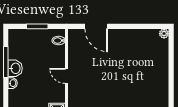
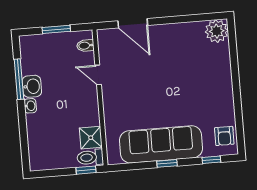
plant: (164, 34) -> (217, 31), width x1.88, depth x1.88
door: (66, 76) -> (98, 75), moved

